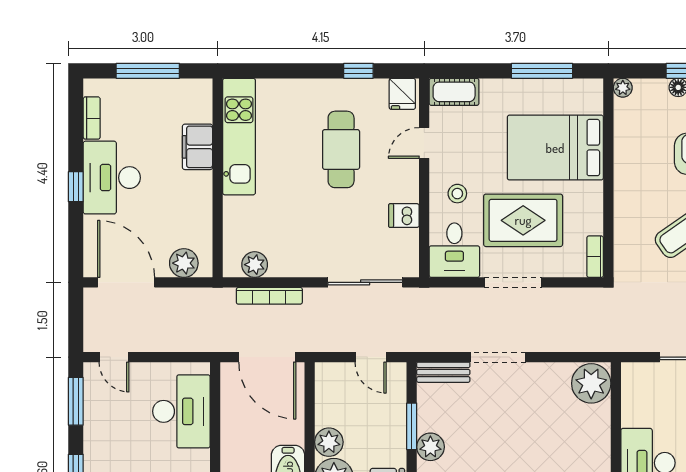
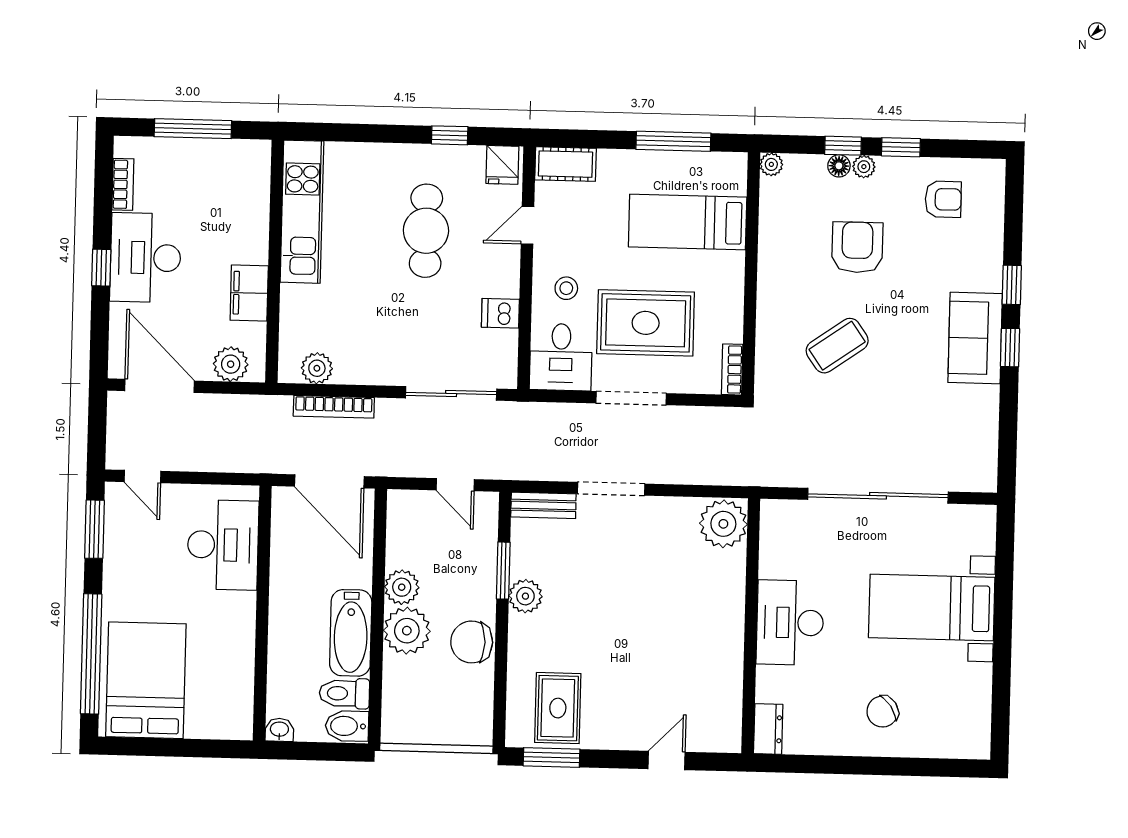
filing cabinet: (198, 147) -> (249, 293), moved
bed: (555, 148) -> (688, 222), width x0.67

